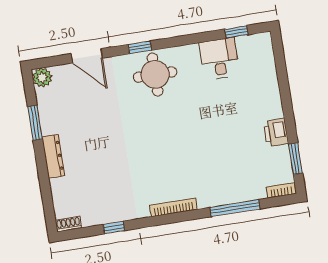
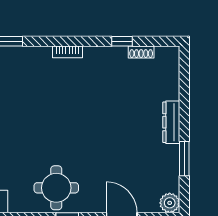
bookcase: (173, 207) -> (68, 52), width x0.64
shoe rack: (68, 224) -> (141, 52), moved

